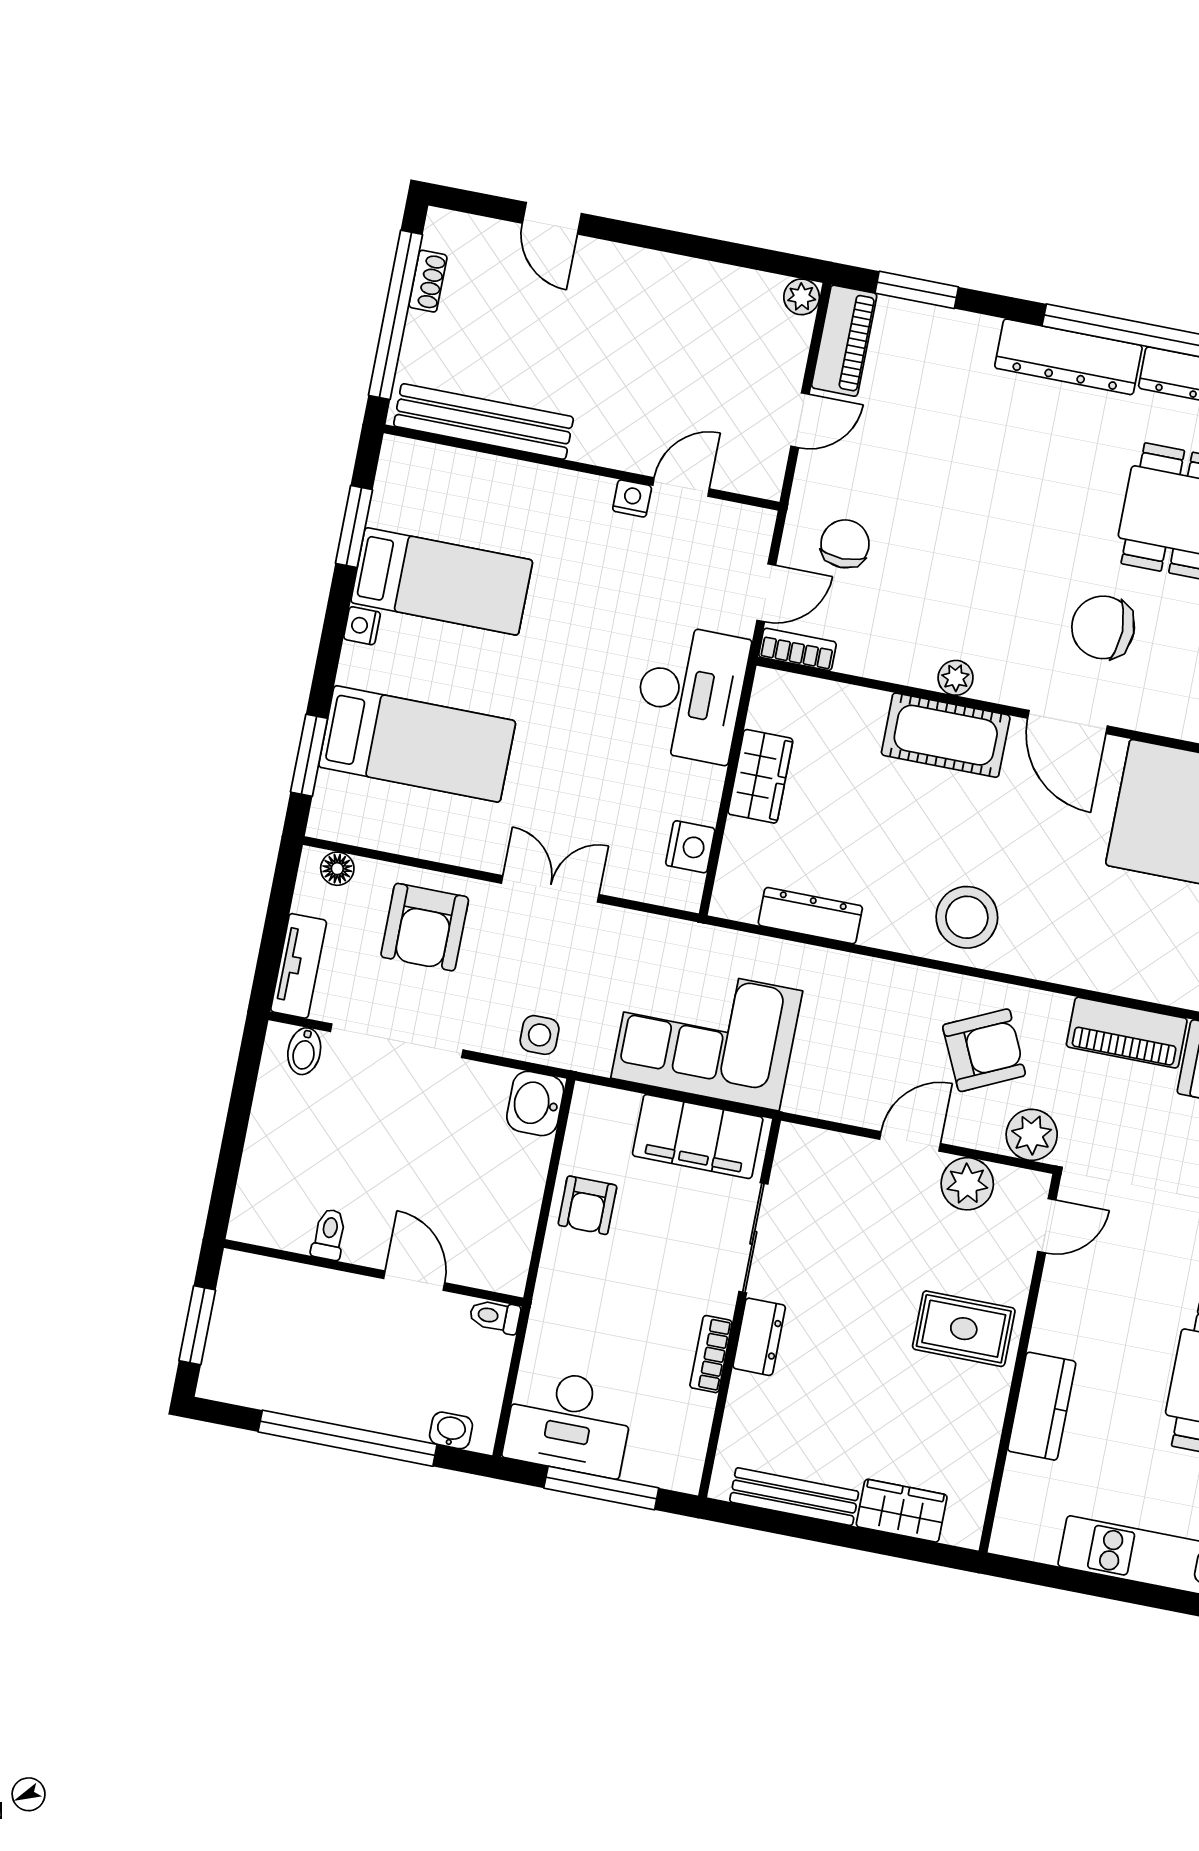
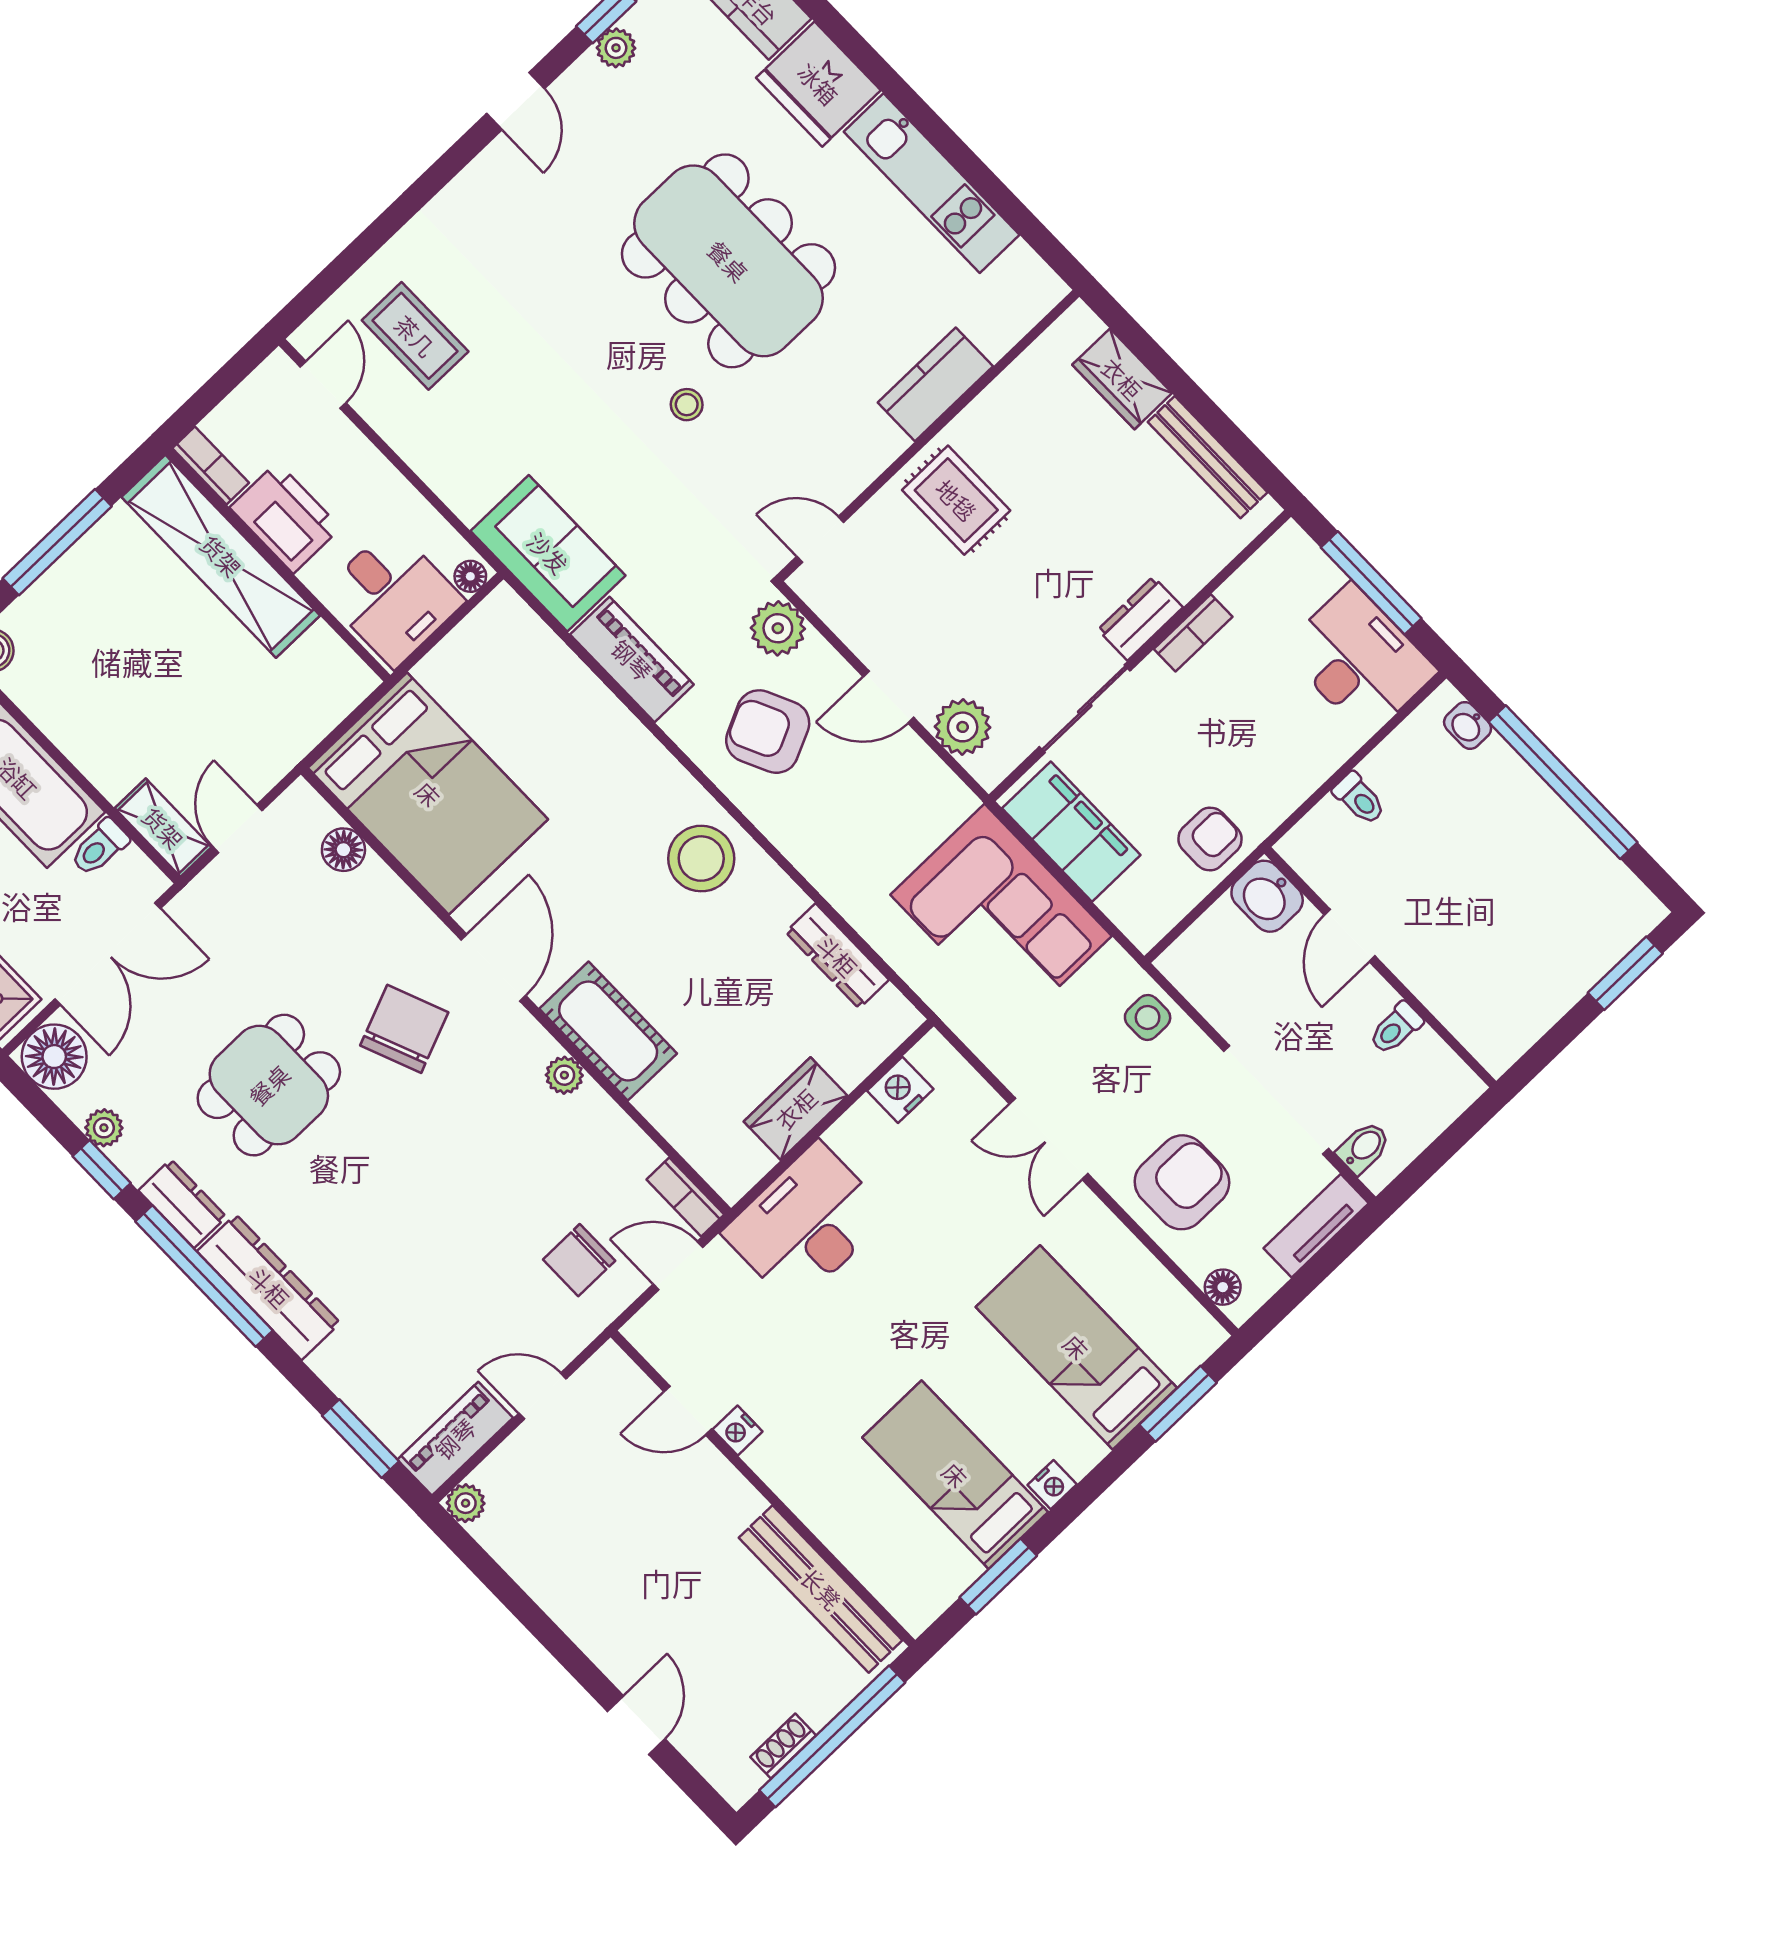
chair: (1103, 627) -> (404, 1029), turned -112
washbasin: (535, 1103) -> (1267, 896), moved, turned 90
plant: (967, 1184) -> (963, 727), moved
toilet: (329, 1234) -> (1396, 1028), moved
wall: (374, 1273) -> (1380, 967), moved
door: (414, 1281) -> (1350, 935), moved

